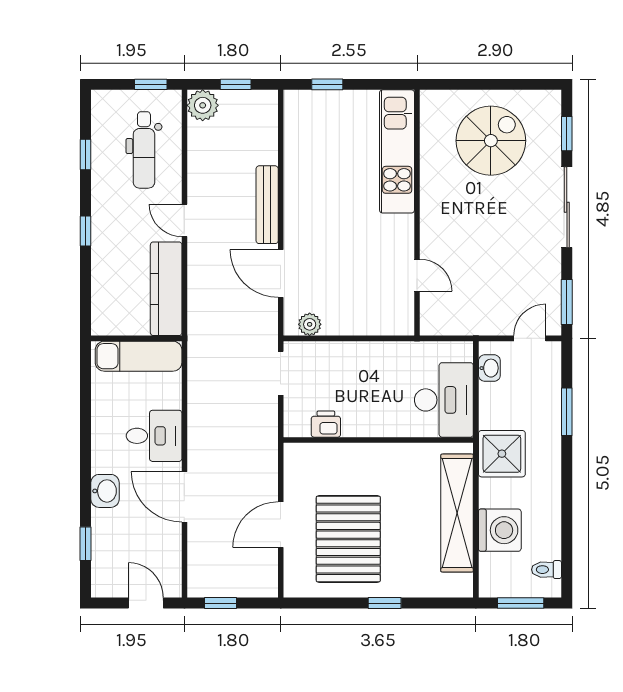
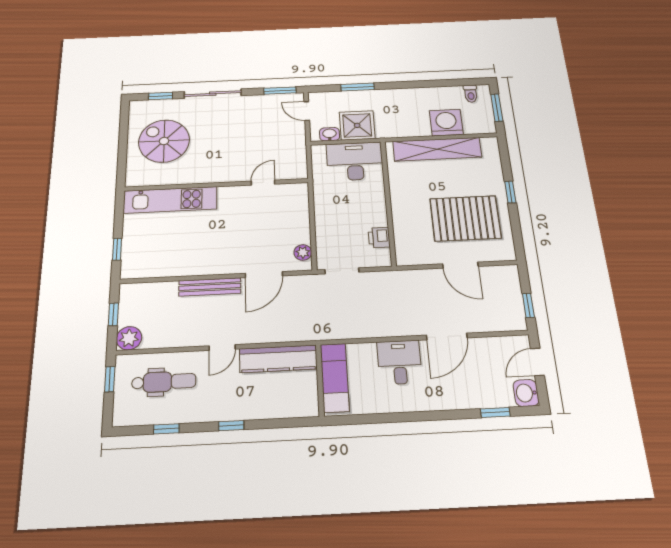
shower: (502, 454) -> (357, 125), moved
washbasin: (105, 491) -> (526, 393), moved, turned -90

